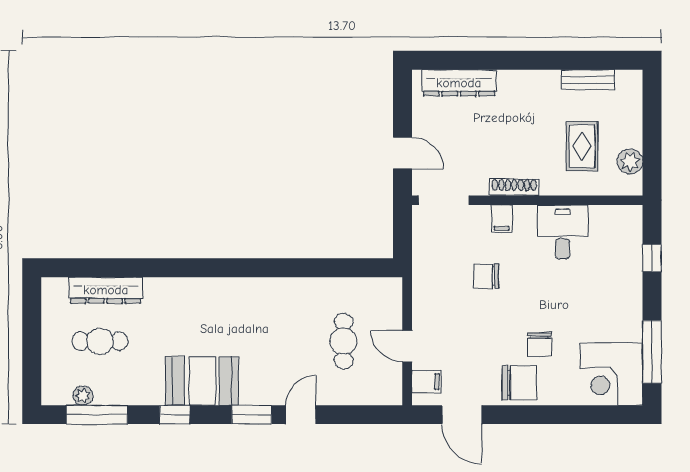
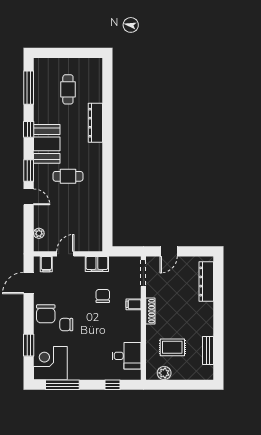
desk: (563, 232) -> (126, 356), moved
filing cabinet: (426, 287) -> (97, 264), added
dresser: (106, 290) -> (95, 123), moved
cafe table: (344, 341) -> (68, 176), moved
plant: (83, 396) -> (39, 233), moved
window: (578, 415) -> (29, 345), added

